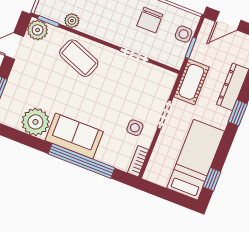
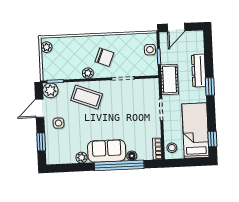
chair: (150, 20) -> (104, 57), moved, turned -68
plant: (72, 21) -> (88, 73), moved
plant: (35, 122) -> (81, 158), width x0.53, depth x0.53
side table: (135, 128) -> (58, 123), moved
floor lamp: (103, 156) -> (132, 156), added
stool: (157, 168) -> (172, 148), added

